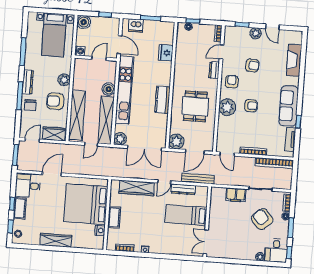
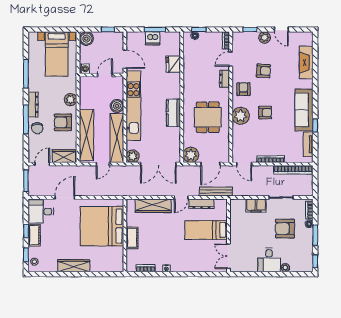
dishwasher: (136, 26) -> (153, 38), moved
armchair: (262, 219) -> (285, 229), turned -49
nightstand: (100, 230) -> (119, 252), removed
desk: (276, 250) -> (269, 260), moved

